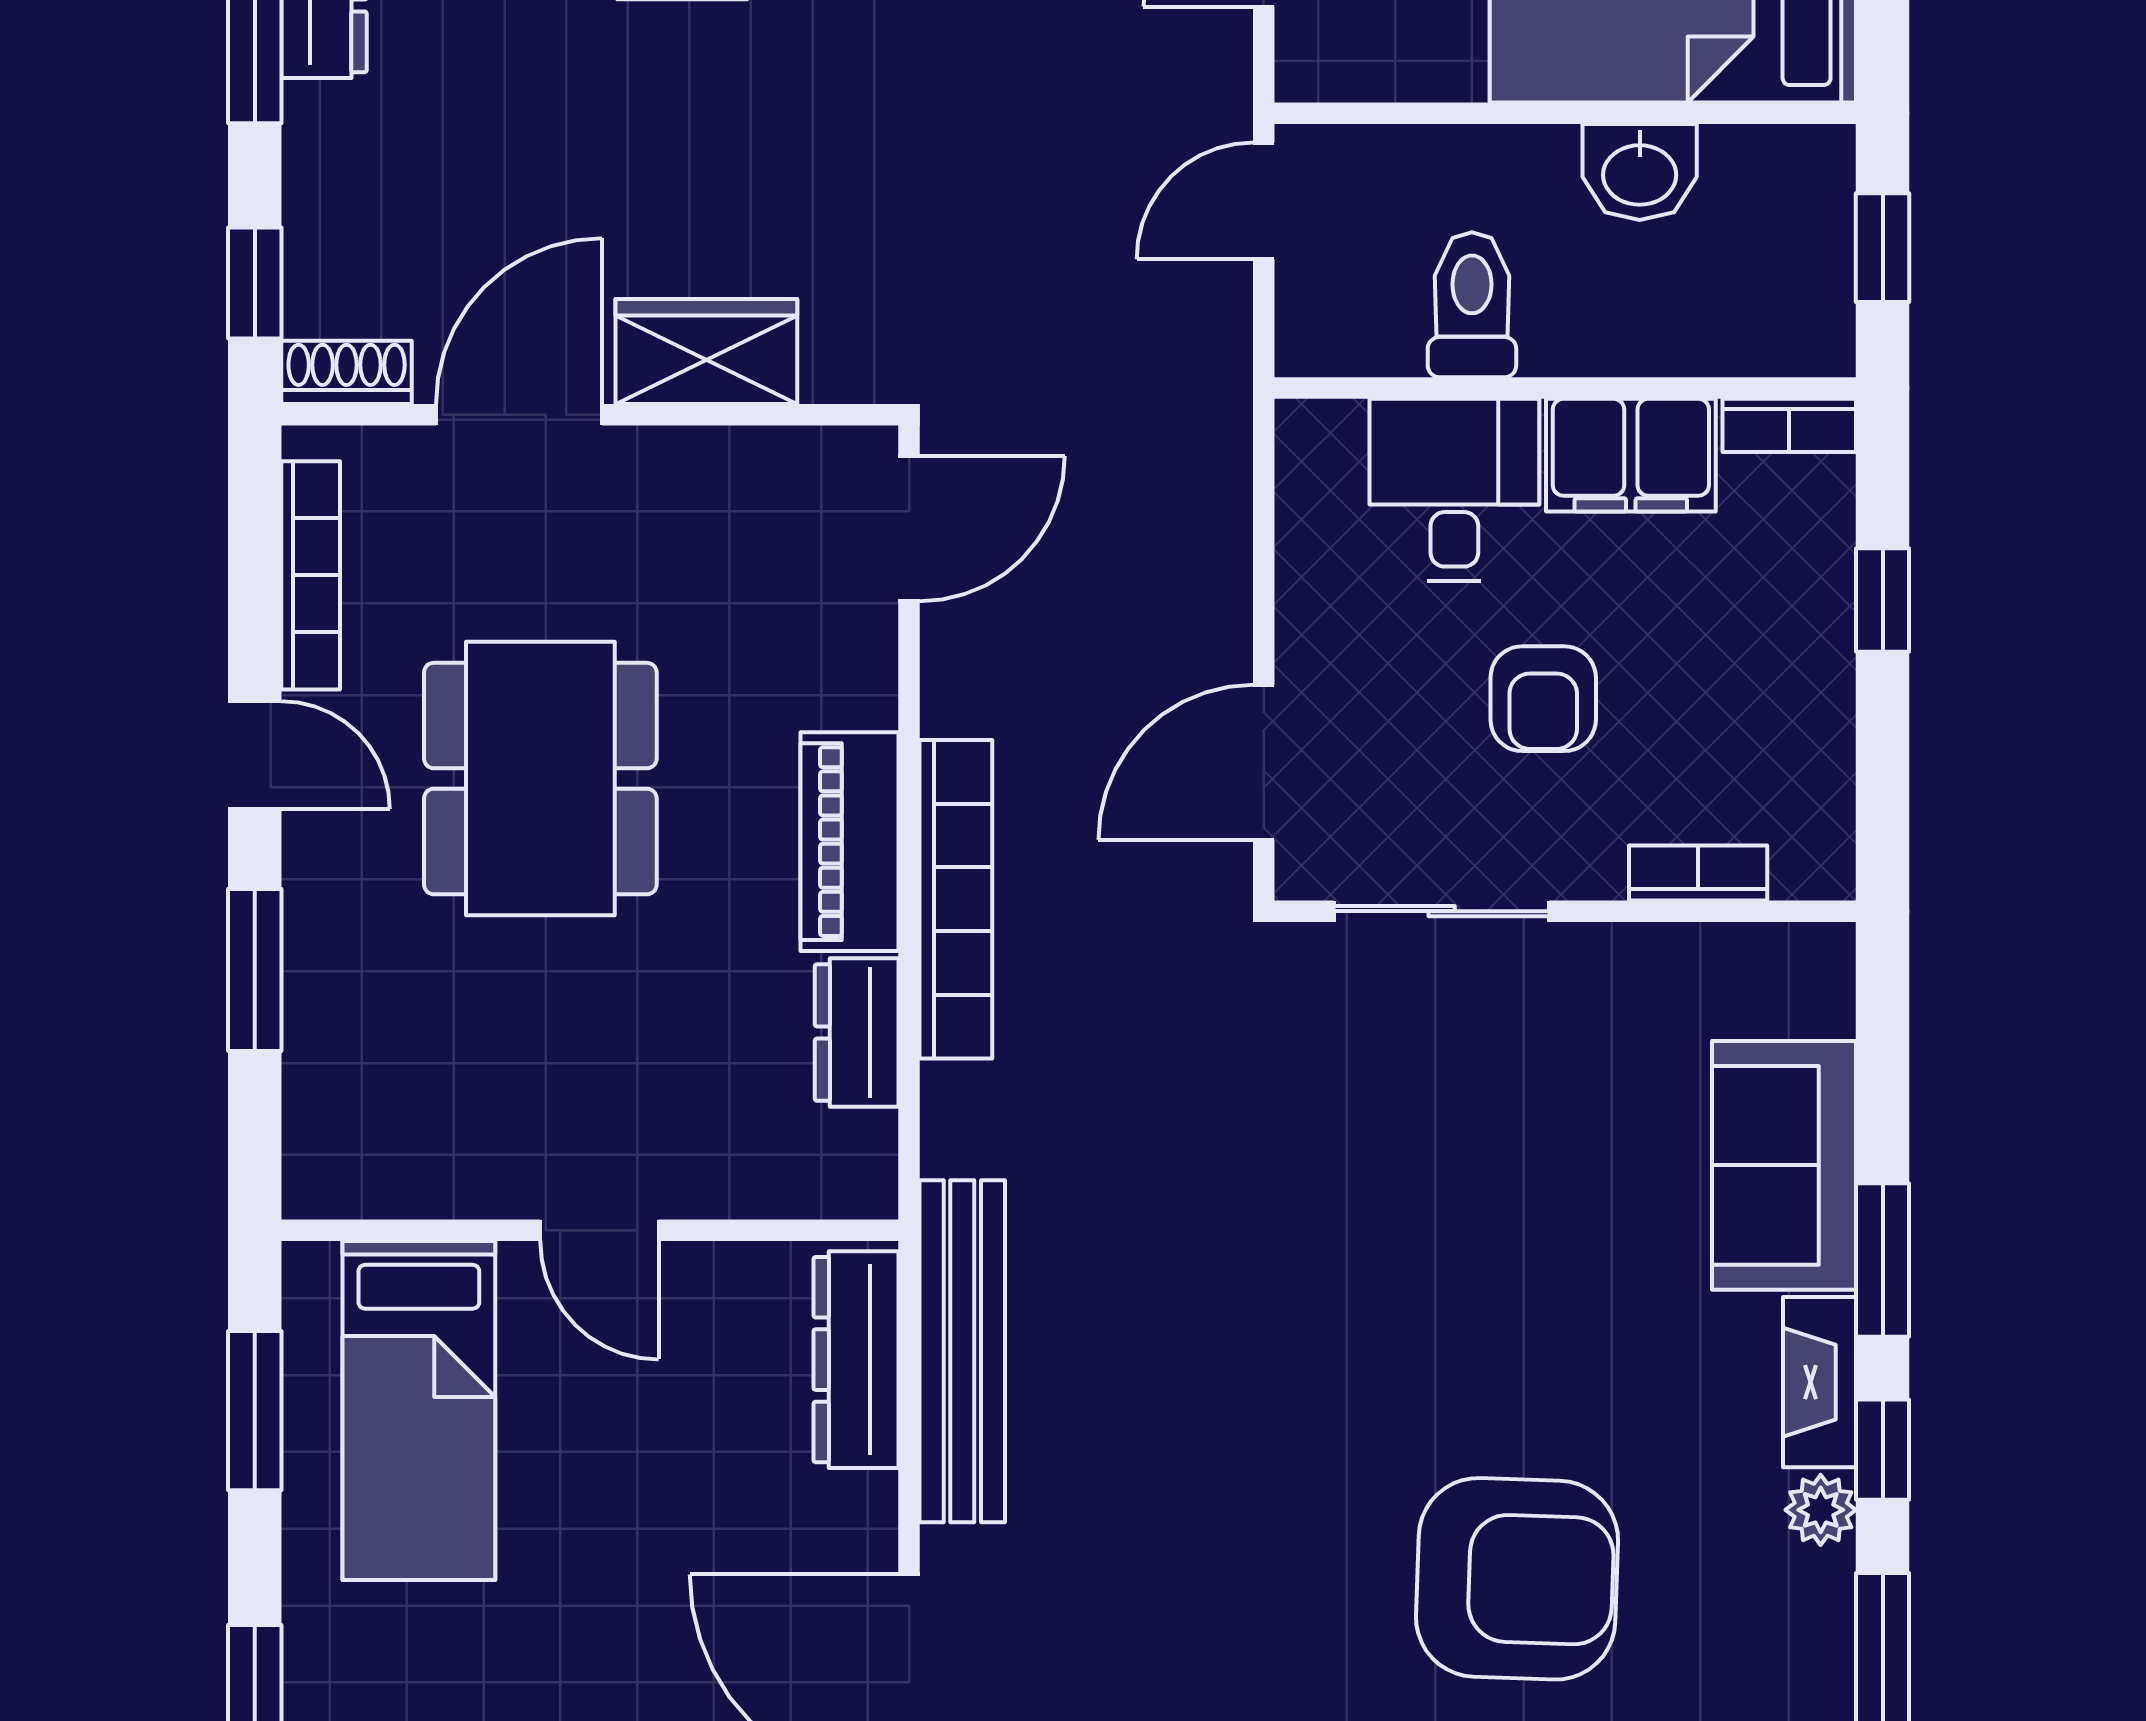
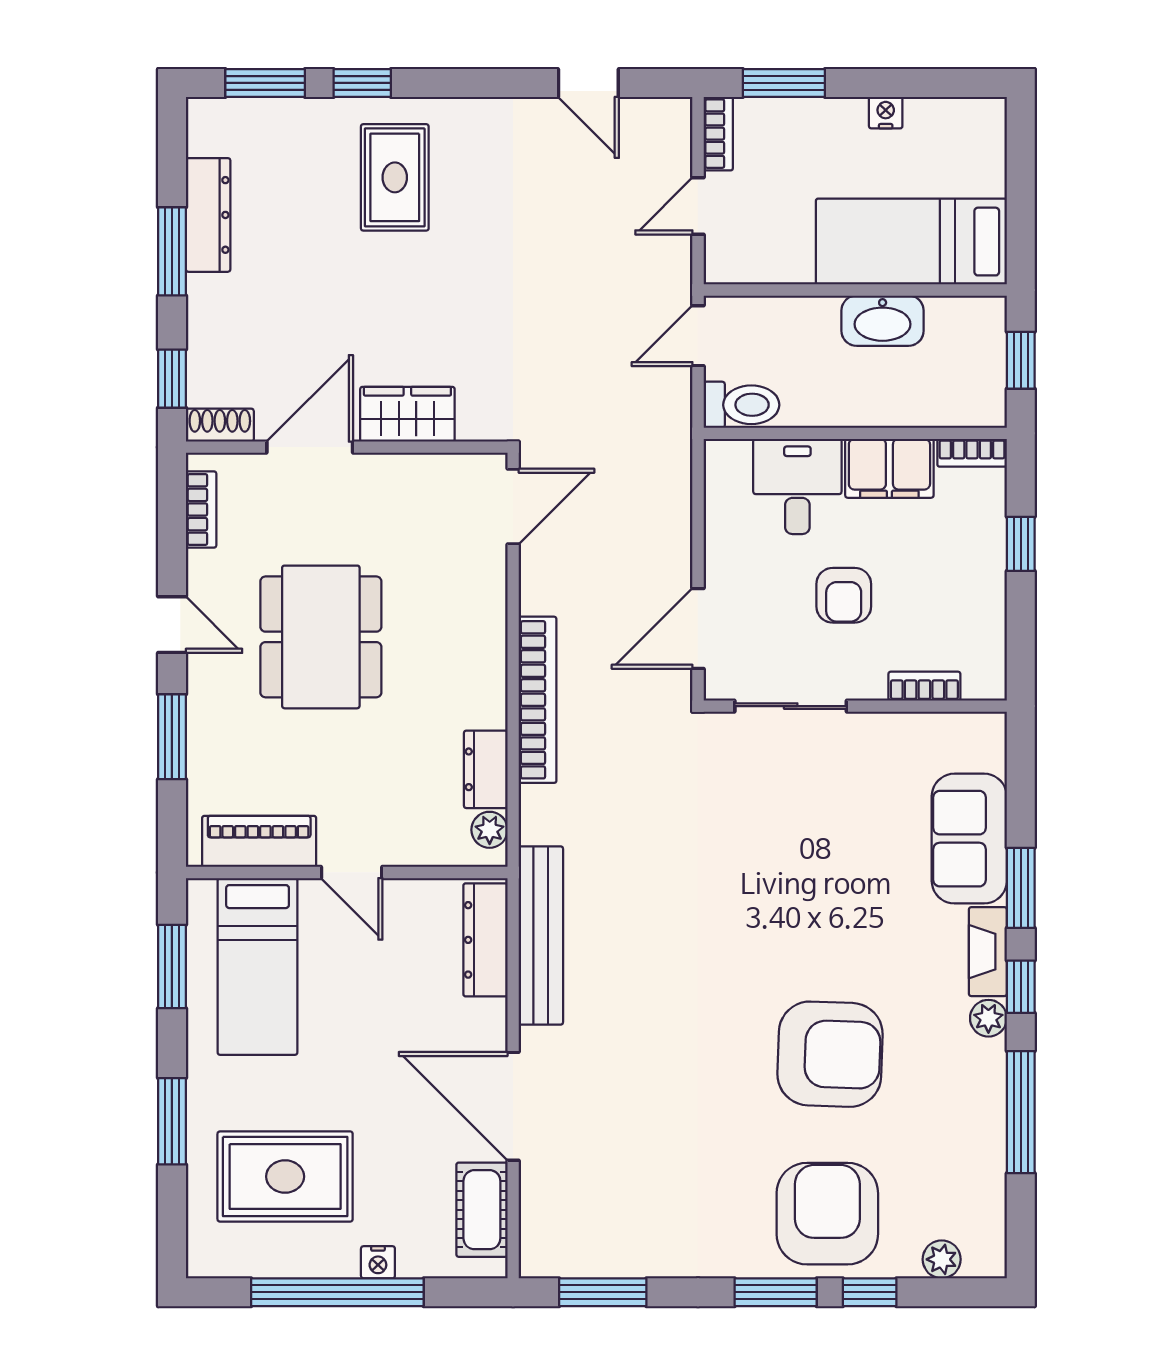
washbasin: (1640, 172) -> (883, 321), width x1.38
toilet: (1472, 305) -> (741, 405), moved, turned 90
bookcase: (311, 575) -> (201, 510), width x0.64
piano: (850, 842) -> (259, 841), moved, turned 90
plant: (864, 1148) -> (490, 830), added

